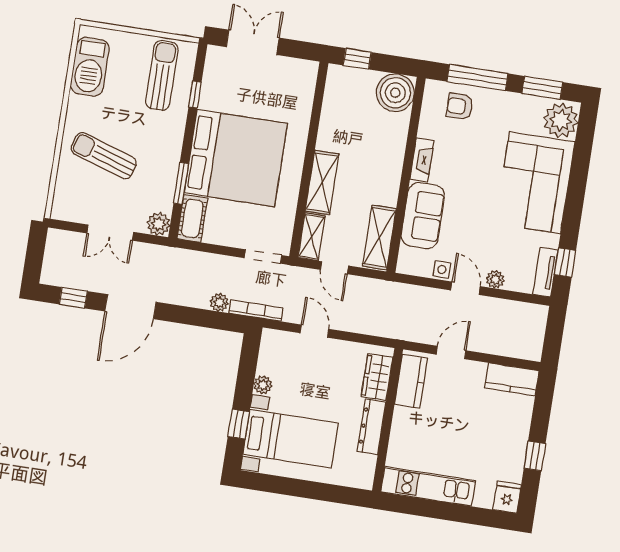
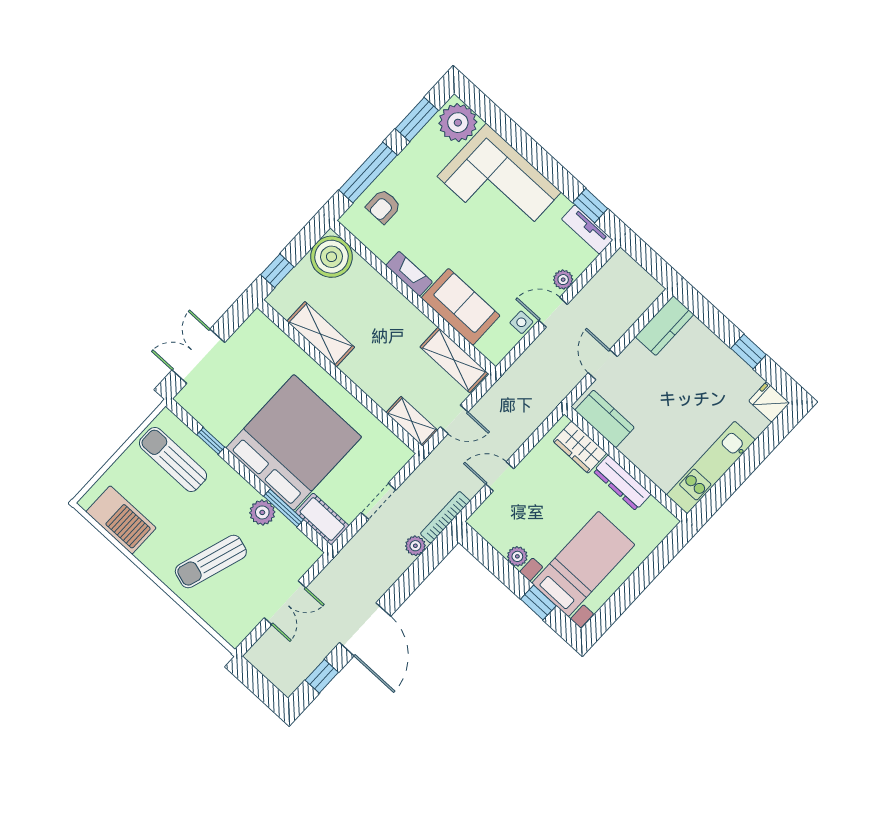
shelving: (322, 182) -> (321, 334), moved
plant: (158, 224) -> (262, 512), moved
doorway: (263, 257) -> (378, 501), moved

